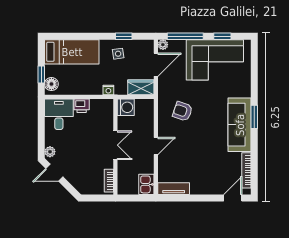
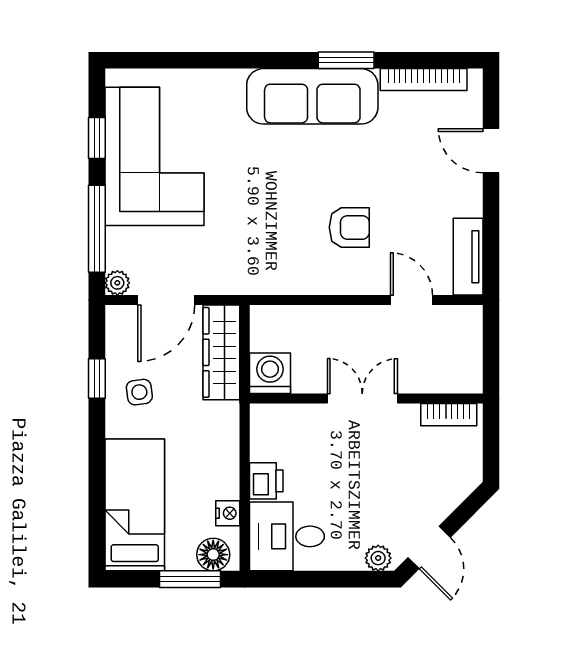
door: (156, 65) -> (166, 300), swing flipped
window: (41, 74) -> (190, 579), width x1.50
wardrobe: (141, 87) -> (221, 352), width x1.50
nightstand: (108, 90) -> (228, 513), moved
armchair: (183, 111) -> (349, 227), moved, turned -109
window: (254, 117) -> (346, 60), moved
door: (156, 146) -> (411, 300), moved
kitchen sink: (146, 184) -> (458, 323), removed
door: (233, 198) -> (491, 151), moved

